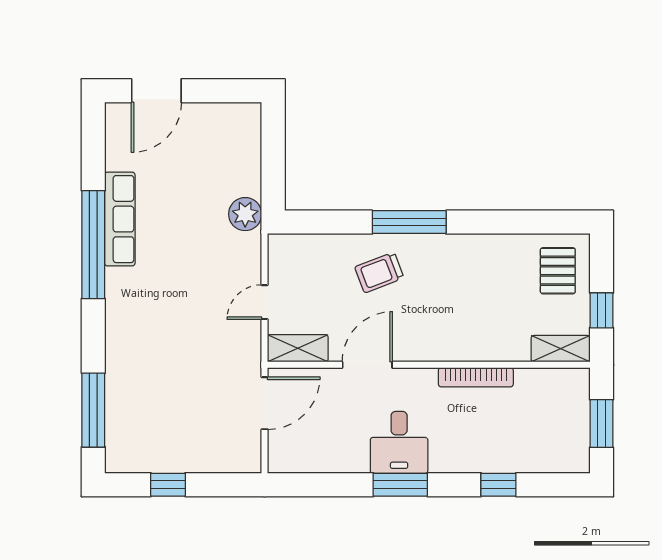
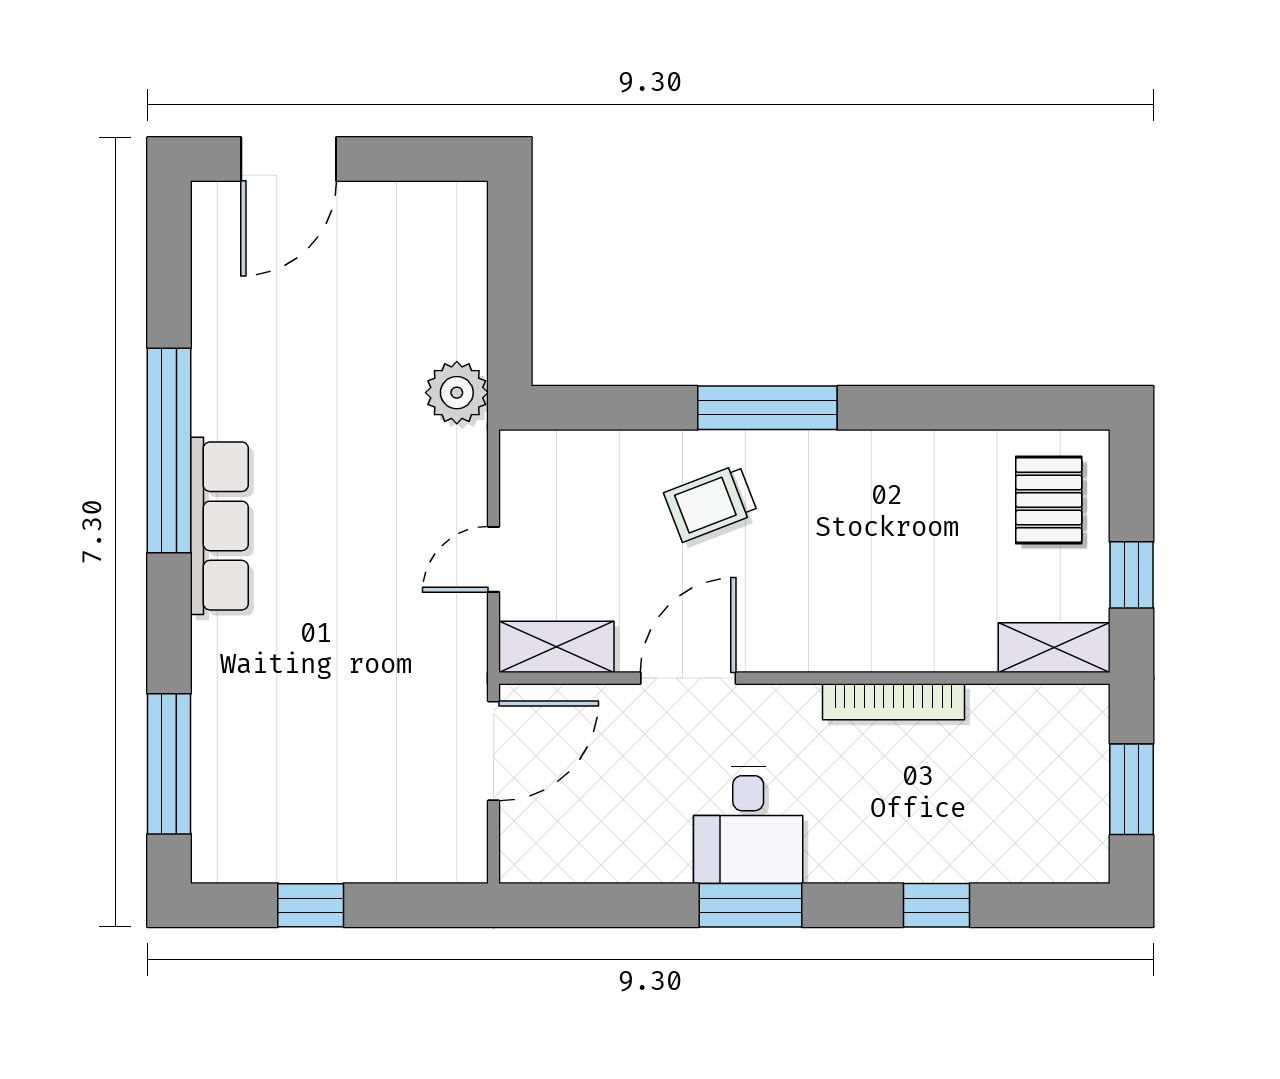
row of seats: (120, 219) -> (219, 526), moved

